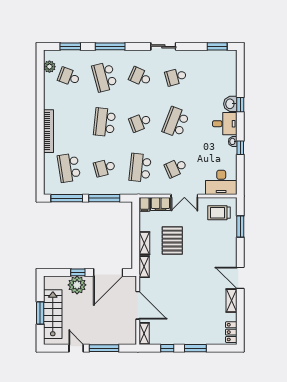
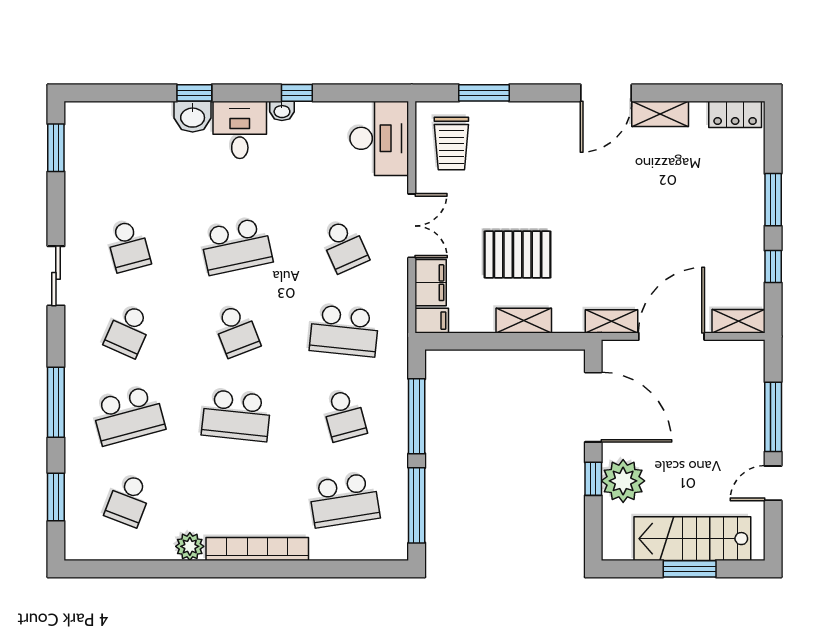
plant: (49, 67) -> (190, 546), moved
school desk: (176, 122) -> (236, 246), turned -33
shelving: (144, 267) -> (612, 321), moved

